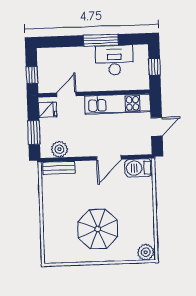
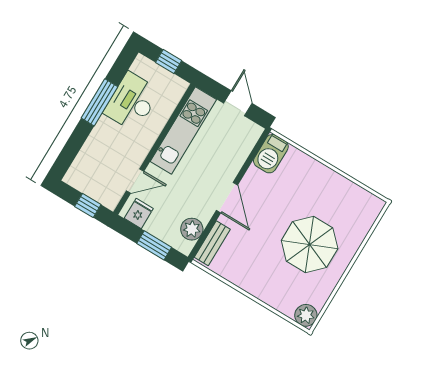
door: (66, 94) -> (135, 181), swing flipped
door: (109, 158) -> (227, 198), moved
plant: (146, 252) -> (306, 315), moved

